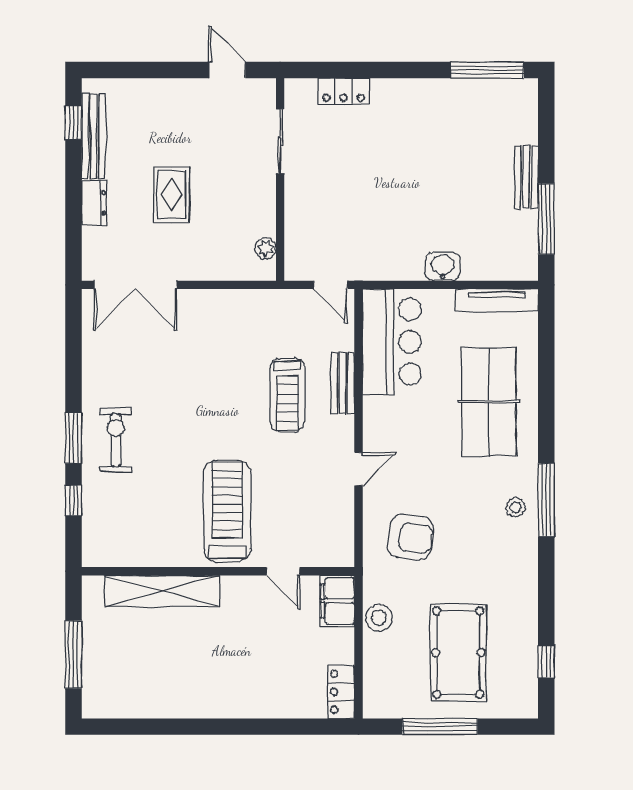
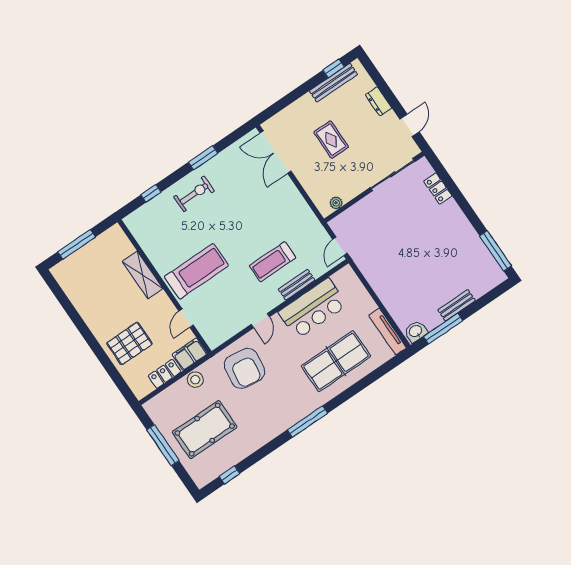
sliding door: (280, 141) -> (393, 174), width x1.37
rug: (171, 194) -> (331, 140), turned 90
dresser: (94, 203) -> (378, 101), moved, turned 90
washbasin: (443, 266) -> (416, 331), moved, turned -90
bar counter: (392, 342) -> (313, 308), moved
window: (73, 438) -> (203, 158), moved
door: (359, 469) -> (260, 321), hinge flipped
stool: (516, 507) -> (294, 409), removed
armchair: (410, 537) -> (244, 368), width x1.36, depth x1.36
shelving: (162, 591) -> (143, 275), width x0.68
pallet: (264, 676) -> (129, 343), added
locker: (341, 692) -> (165, 374), moved

